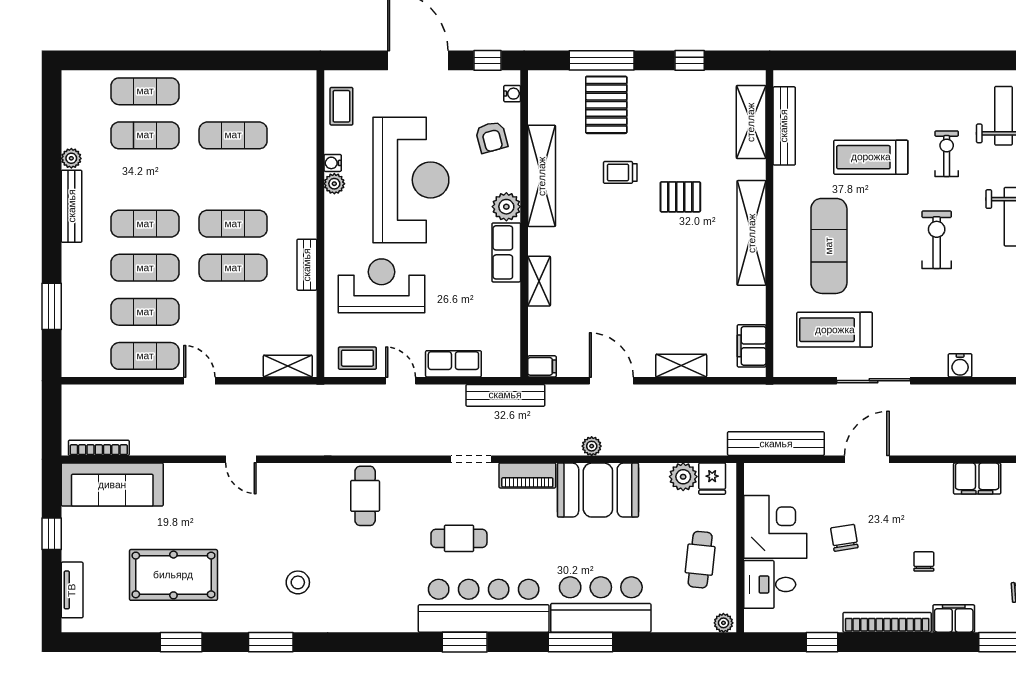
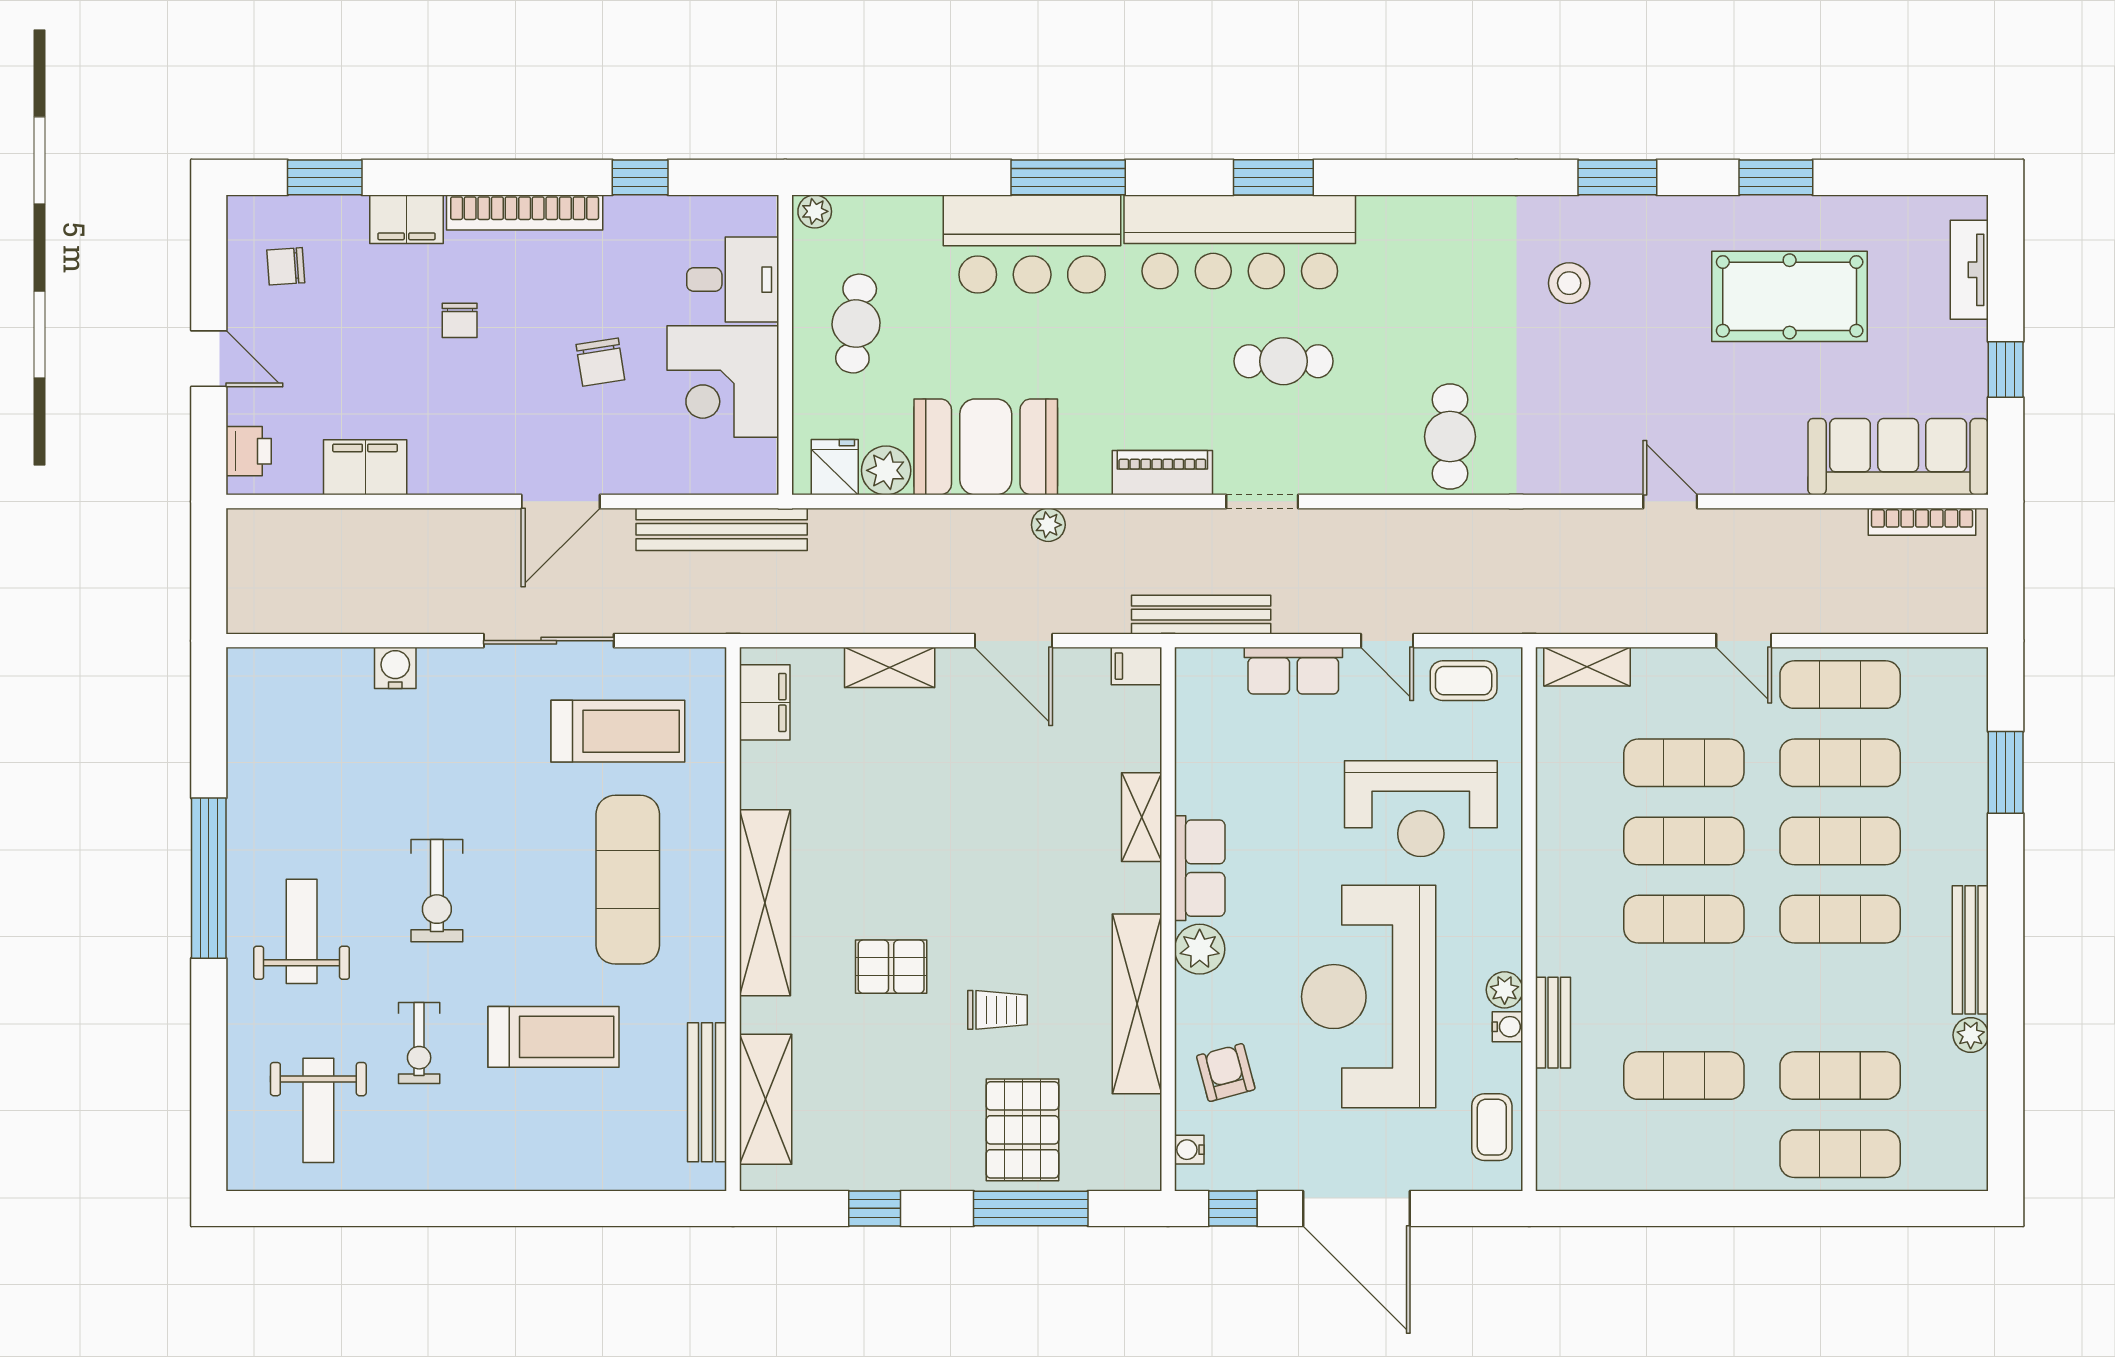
bench: (307, 265) -> (1553, 1023), moved
exercise mat: (233, 312) -> (1684, 763), added
booth: (598, 490) -> (986, 447), moved

